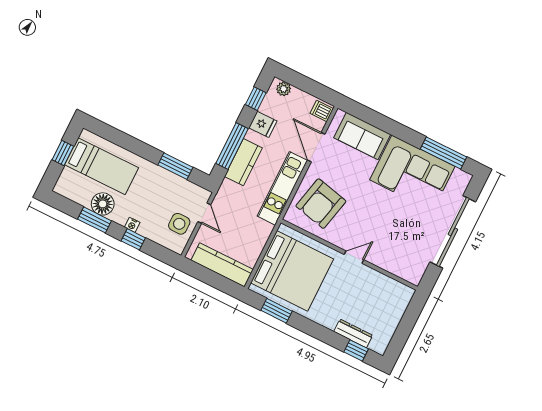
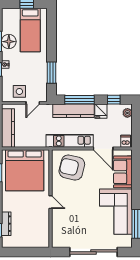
door: (316, 147) -> (103, 149), swing flipped
kitchen counter: (243, 162) -> (73, 111), width x1.50

